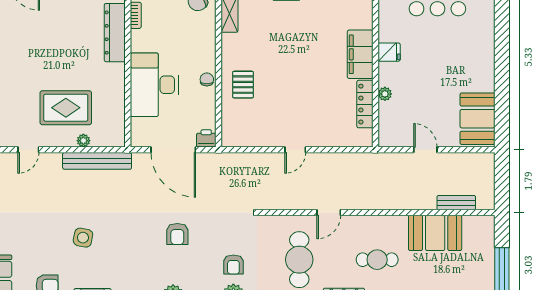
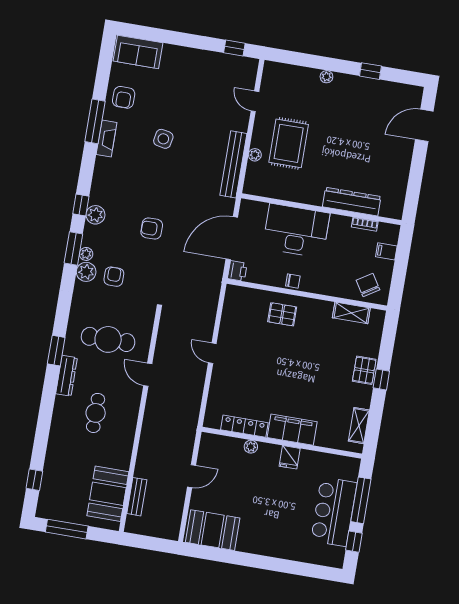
booth: (435, 233) -> (108, 494), moved
armchair: (233, 265) -> (114, 277), turned 90

